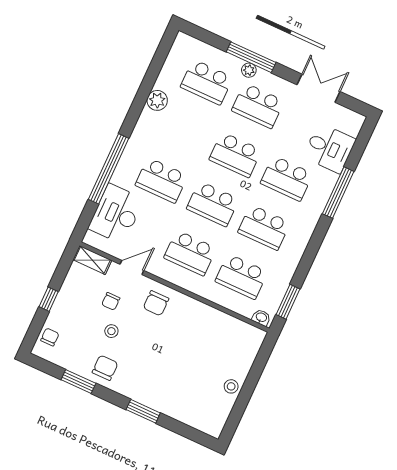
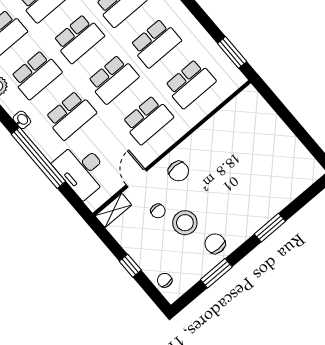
school desk: (184, 131) -> (36, 75), added
washbasin: (261, 318) -> (22, 120), moved, turned 90
stool: (111, 331) -> (185, 223), width x1.89, depth x1.89
stool: (231, 386) -> (284, 139), removed

